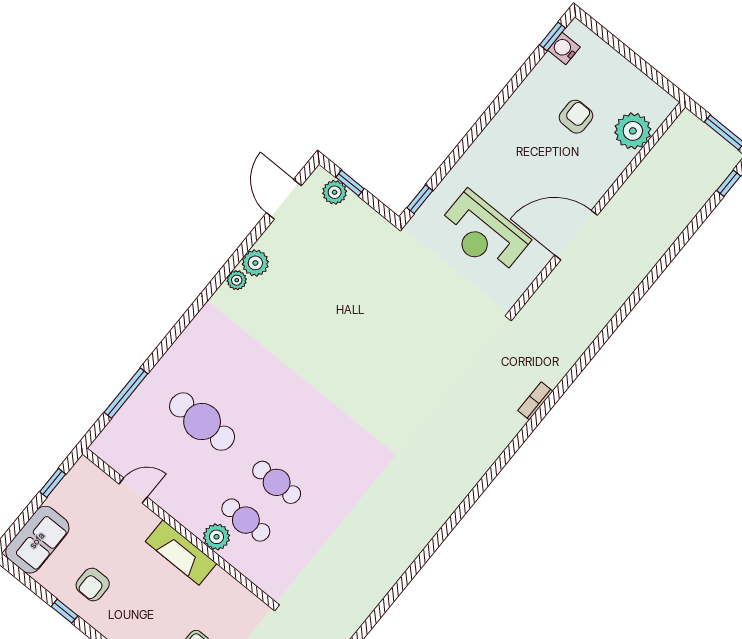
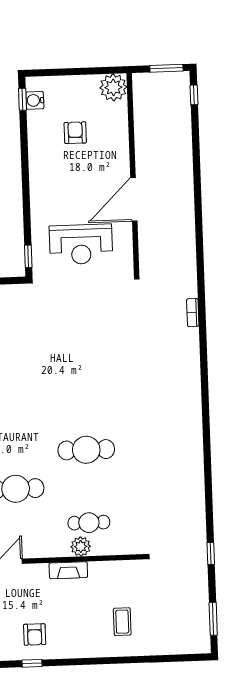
plant: (633, 131) -> (113, 87), moved
cafe table: (277, 482) -> (86, 450), moved, width x1.37, depth x1.35
fireplace: (181, 552) -> (68, 570), width x0.73, depth x0.76

